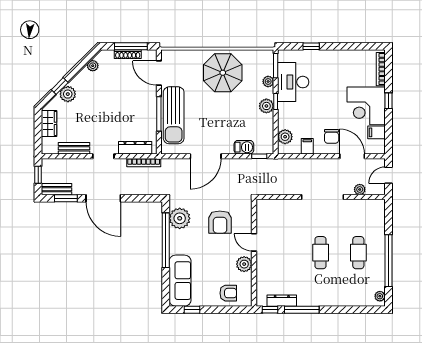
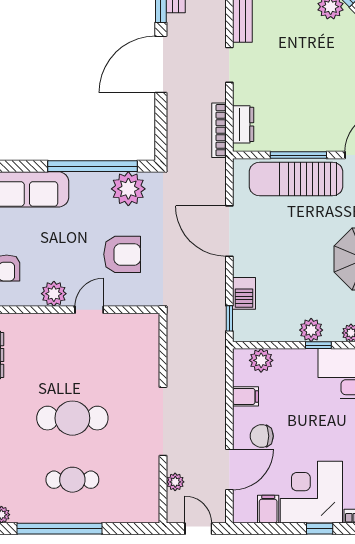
dresser: (135, 148) -> (243, 124), width x0.70
armchair: (220, 222) -> (122, 254), turned 180
cafe table: (321, 253) -> (72, 418), width x1.37, depth x1.35

